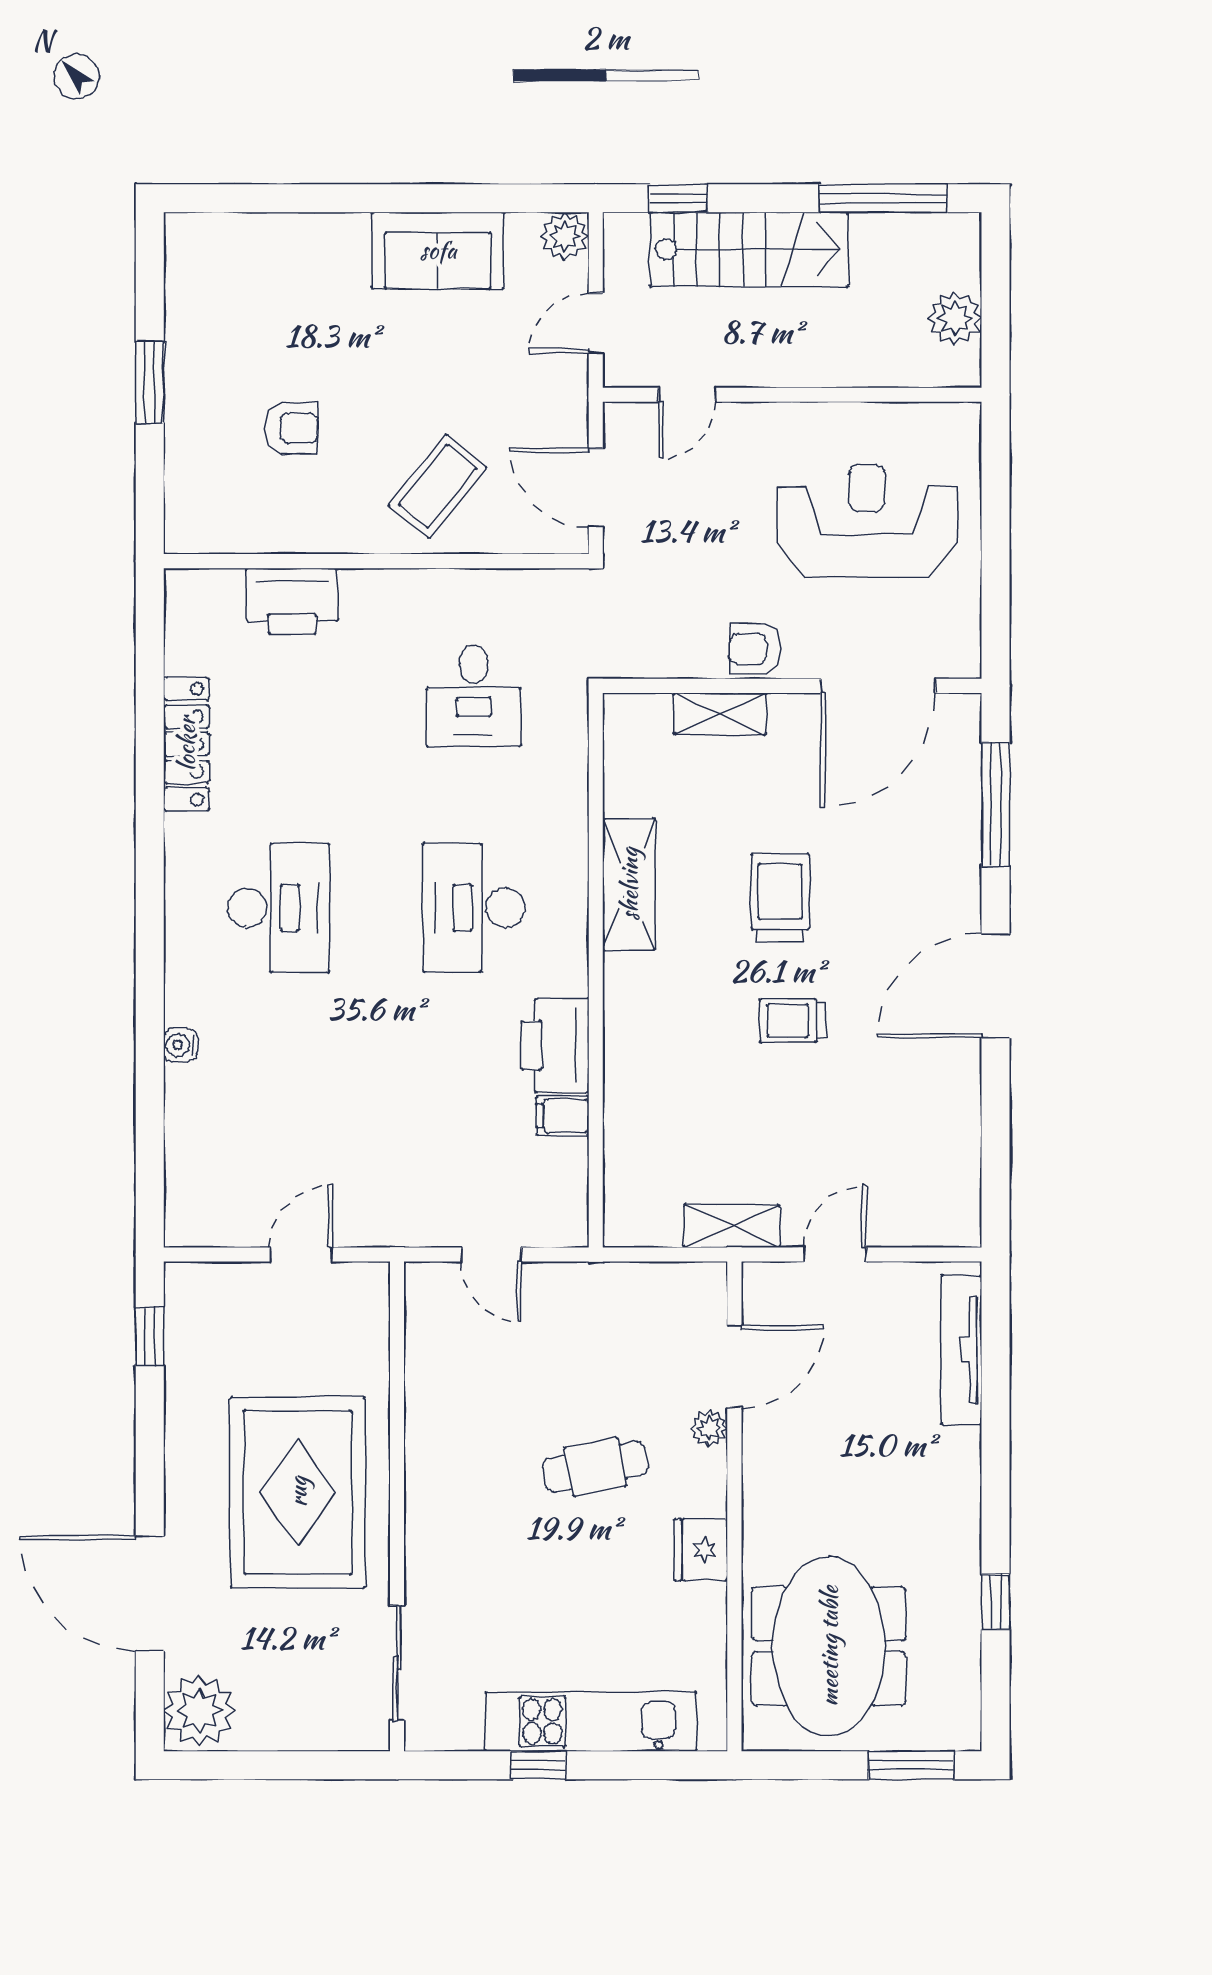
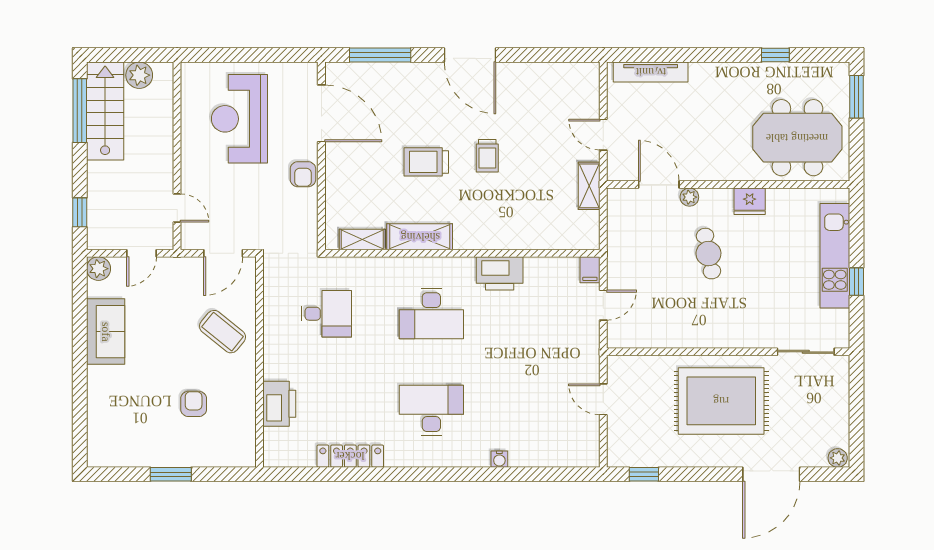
stairs: (749, 249) -> (105, 111), moved
door: (596, 323) -> (142, 253), hinge flipped
shelving: (720, 714) -> (362, 239), moved, turned 90
filing cabinet: (563, 1116) -> (590, 270), moved
plant: (199, 1711) -> (838, 458), width x0.53, depth x0.53

